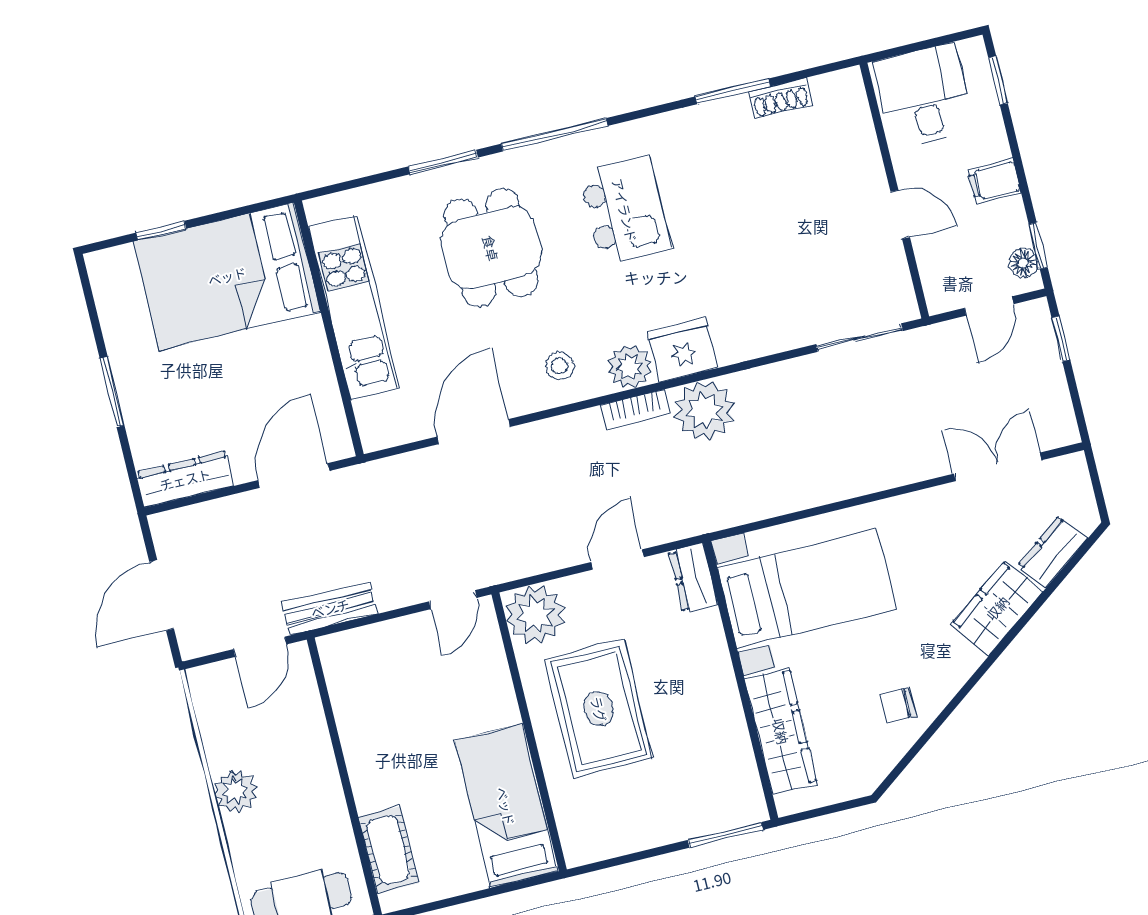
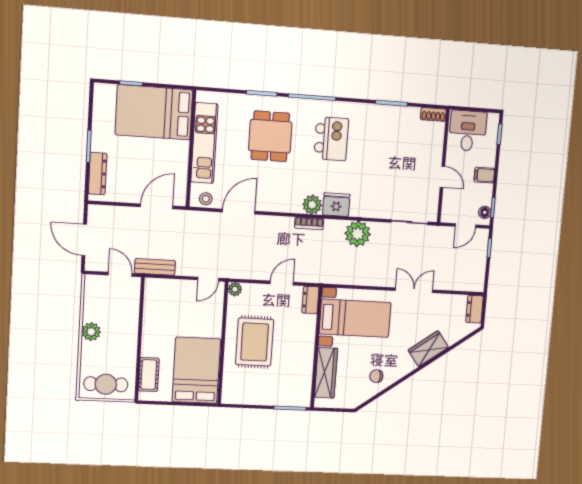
shoe rack: (780, 99) -> (433, 114), moved
stool: (559, 366) -> (206, 199), moved
plant: (704, 411) -> (358, 234), moved
double door: (998, 467) -> (414, 290), moved
dresser: (185, 479) -> (98, 174), moved, turned 90
dresser: (1052, 552) -> (475, 309), moved, turned -54
door: (162, 595) -> (84, 240), hinge flipped
plant: (535, 614) -> (235, 289), width x0.53, depth x0.53
door: (260, 647) -> (120, 274), swing flipped
bed: (506, 806) -> (196, 370), width x1.50

